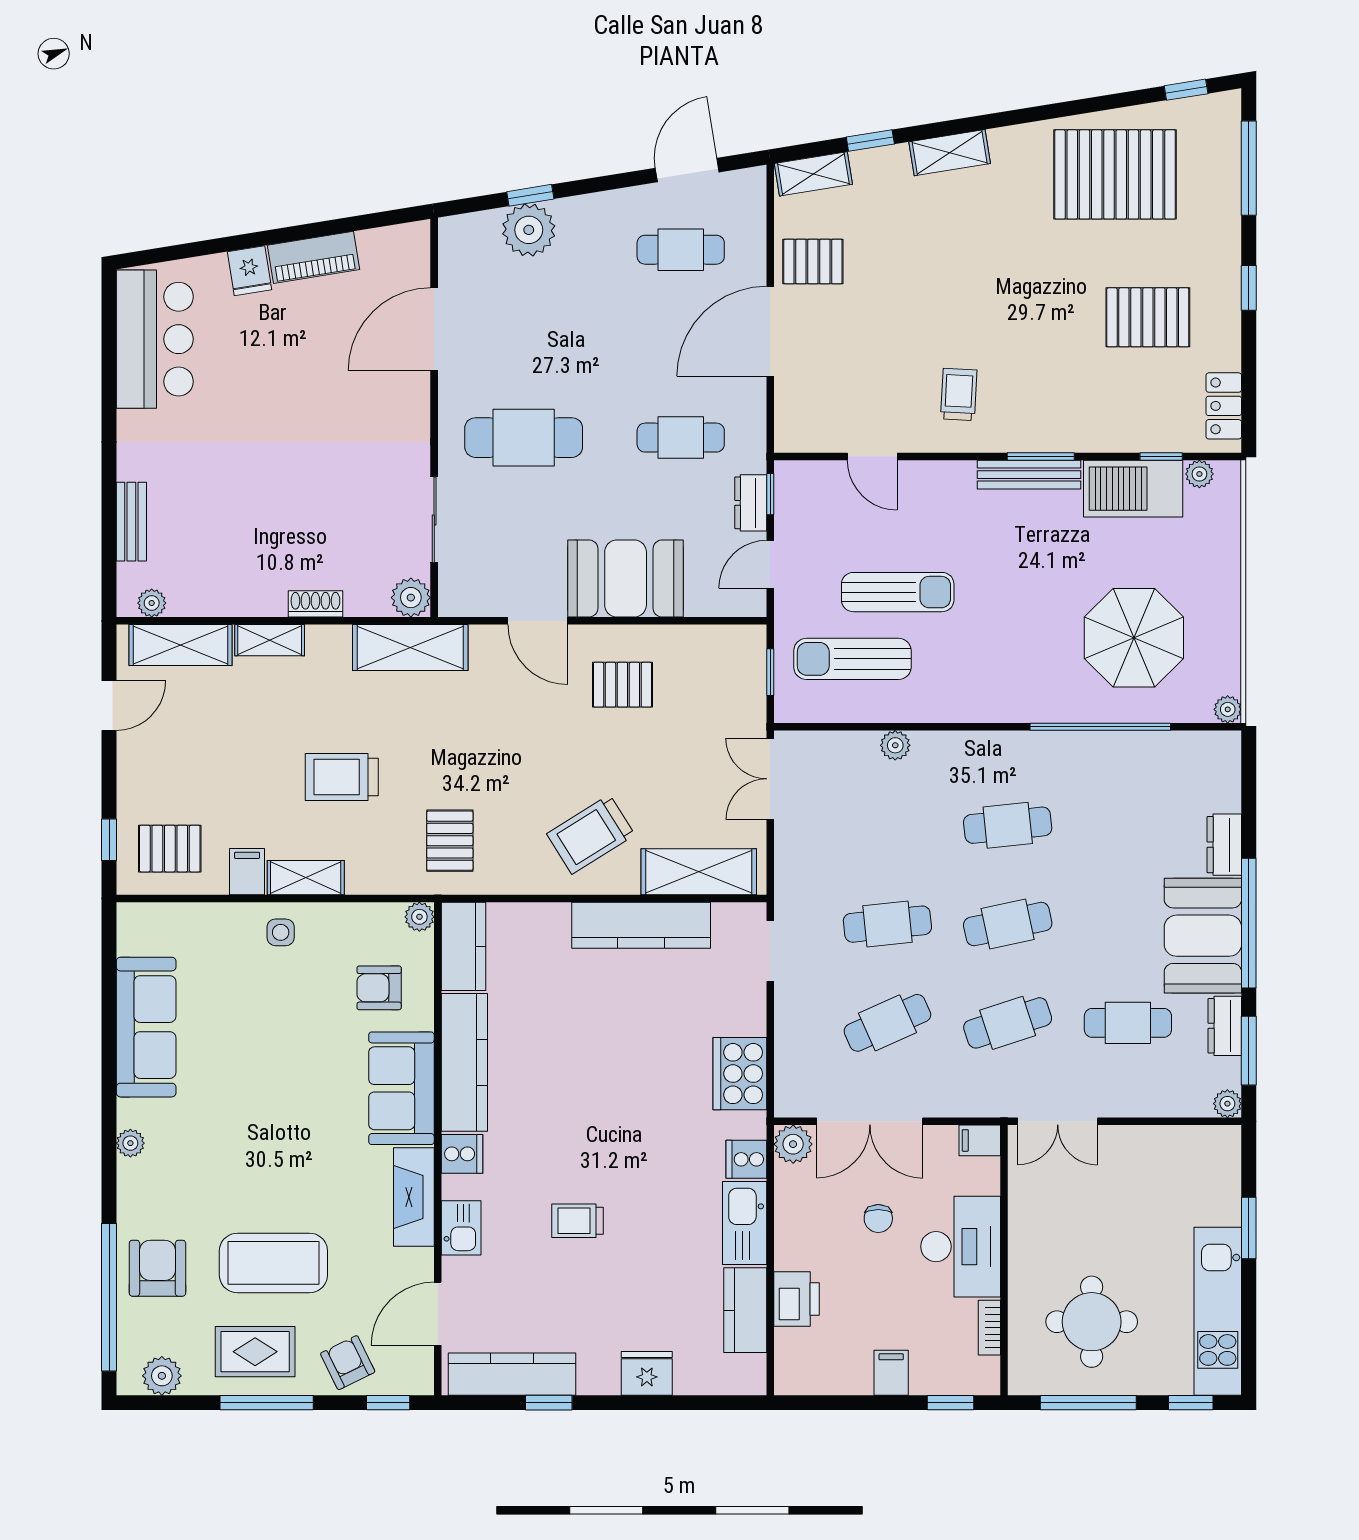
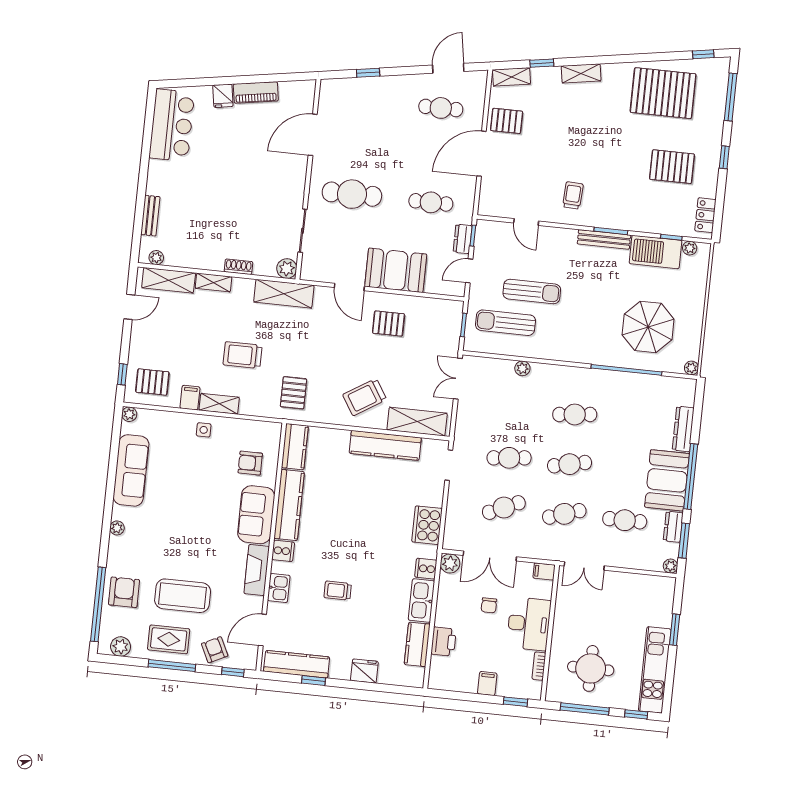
plant: (529, 230) -> (365, 90), removed
dresser: (1224, 845) -> (683, 429), width x1.44
plant: (419, 917) -> (129, 414), moved

